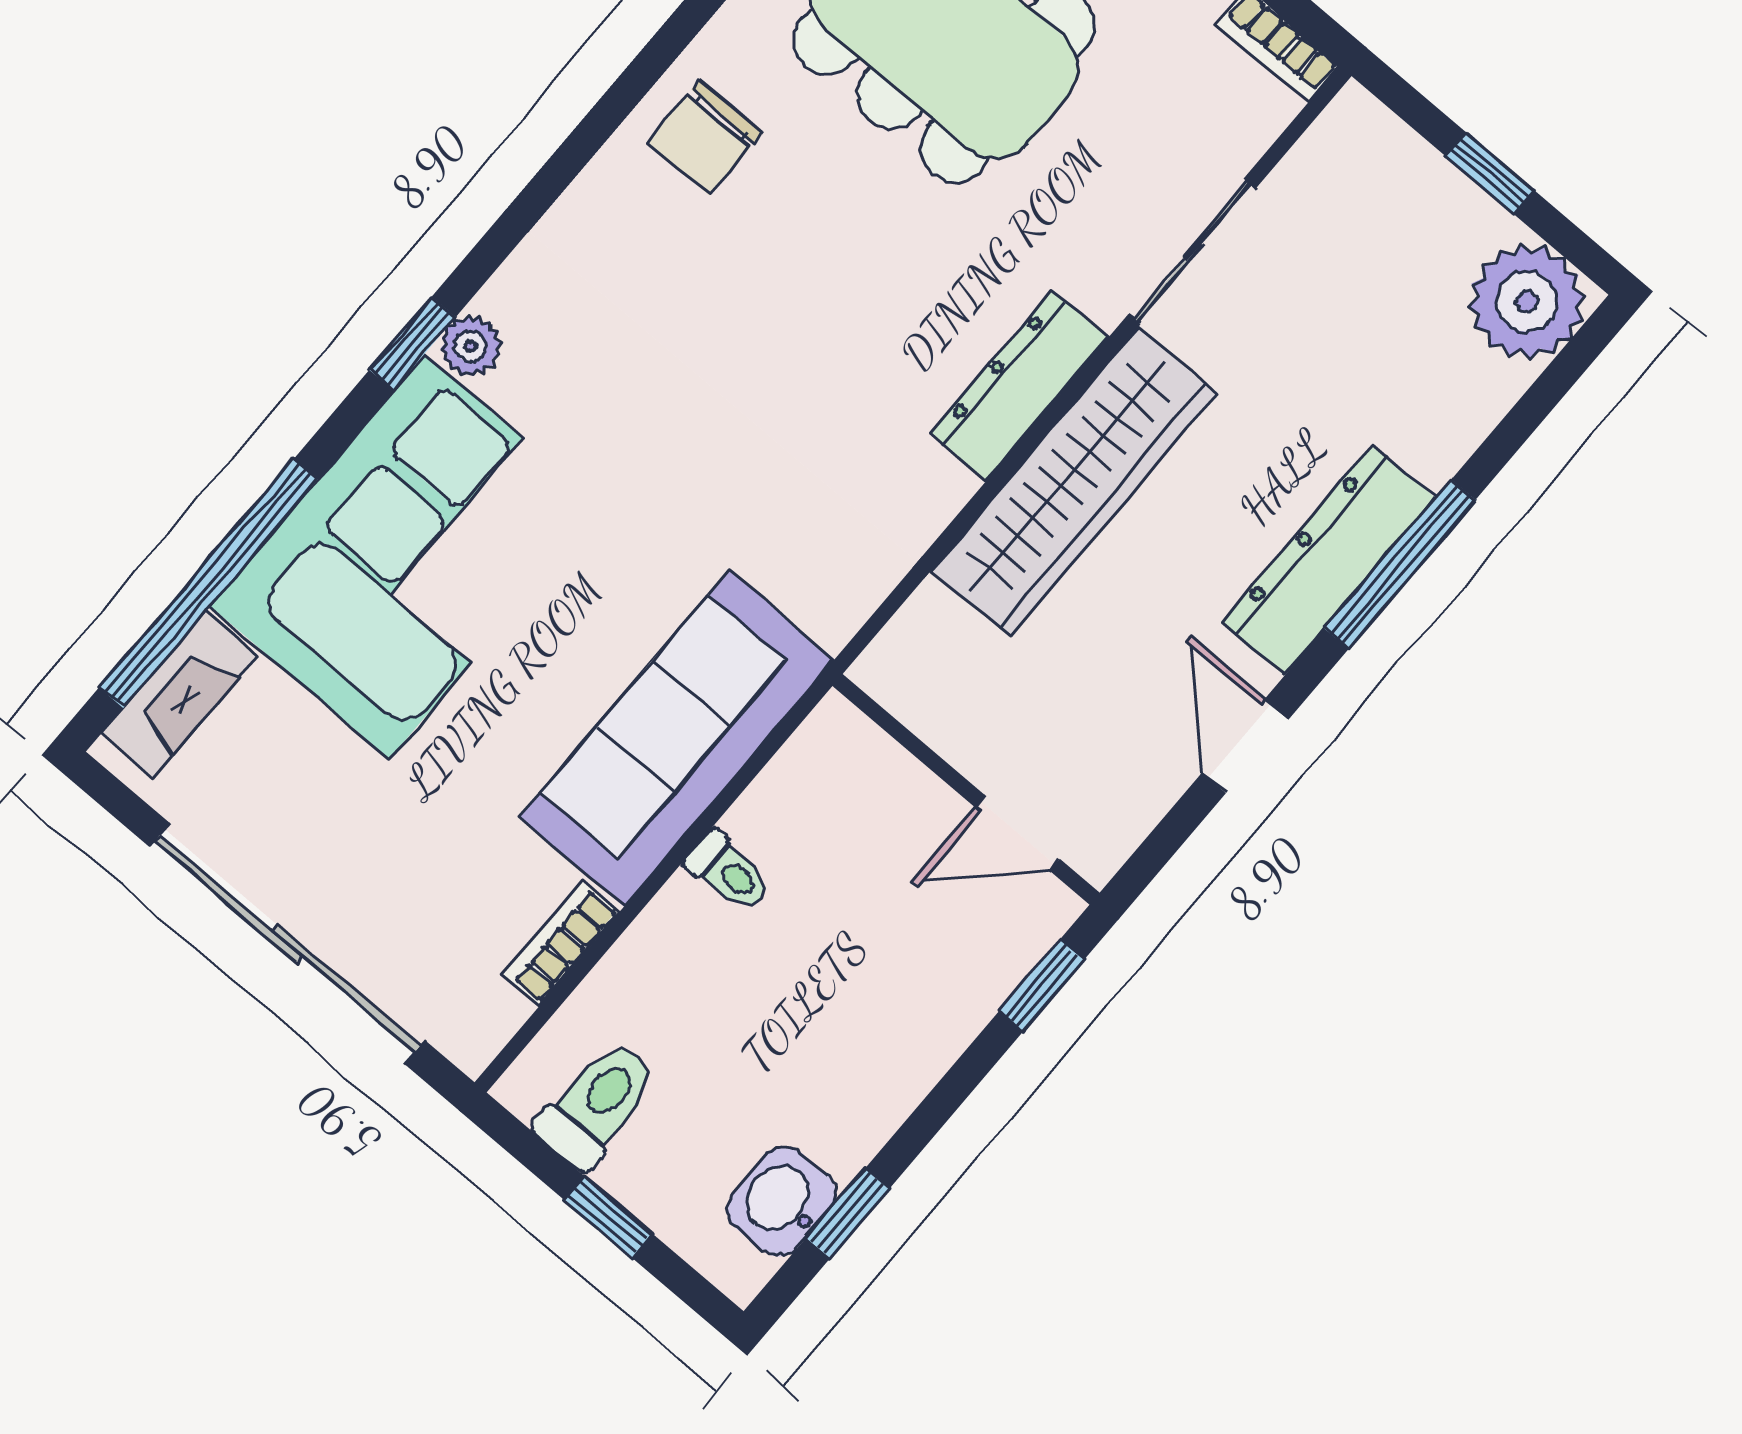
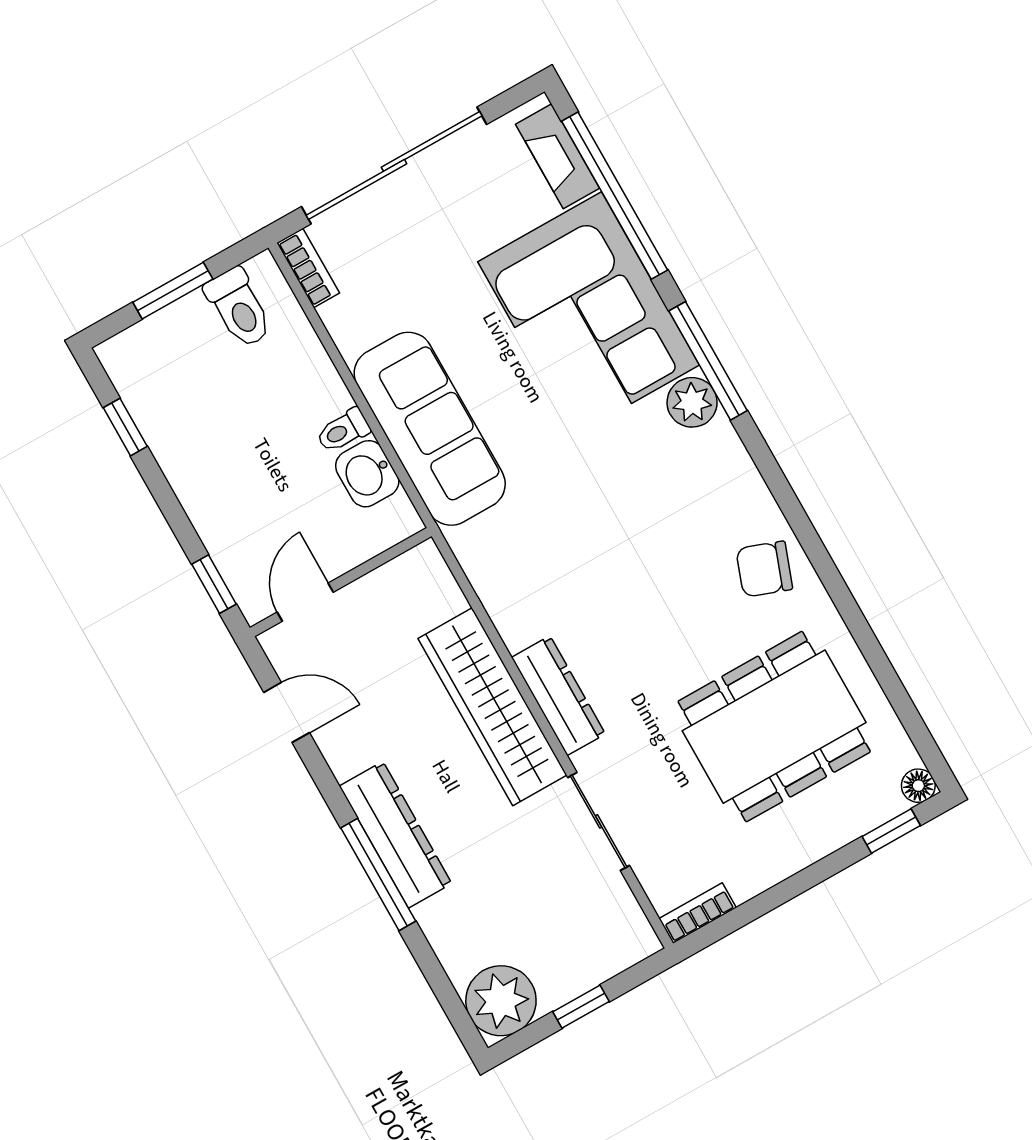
chair: (705, 137) -> (764, 569), turned -70
window: (412, 344) -> (708, 361), width x2.17
plant: (470, 346) -> (692, 402), width x1.38, depth x1.38
door: (1245, 746) -> (287, 712), moved
bookcase: (561, 942) -> (308, 268), moved
washbasin: (782, 1201) -> (367, 474), moved, turned 180
window: (608, 1217) -> (173, 291), width x1.50

